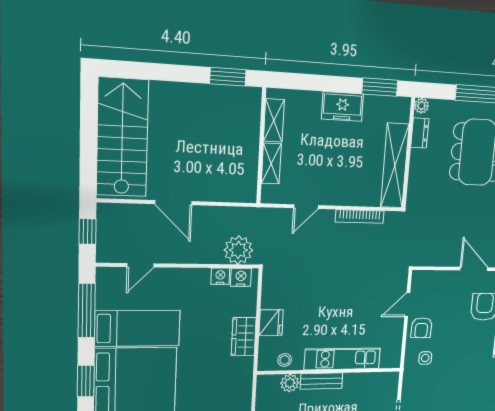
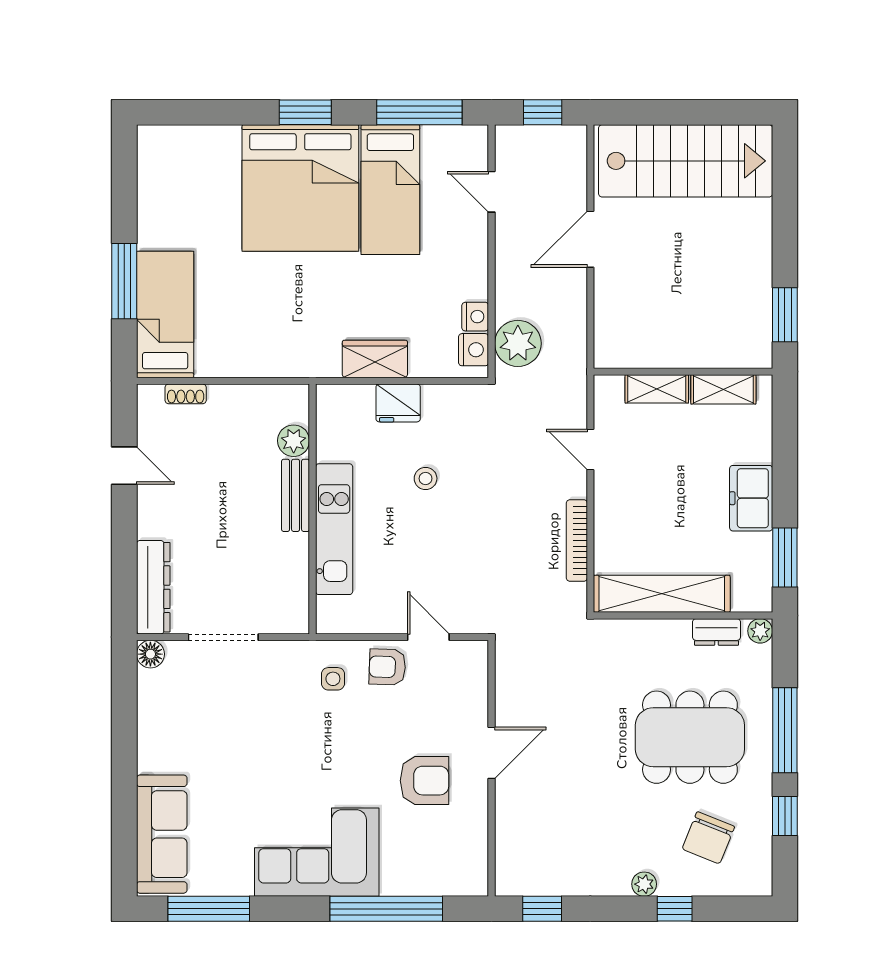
stool: (285, 360) -> (426, 478), moved

